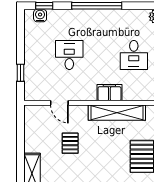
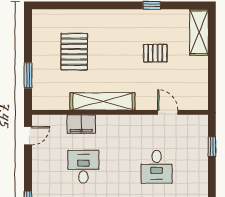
filing cabinet: (109, 93) -> (81, 124), moved
pallet: (70, 143) -> (155, 53), moved, turned 90

